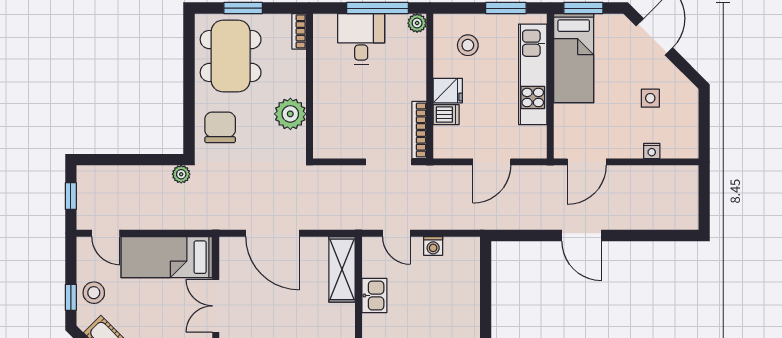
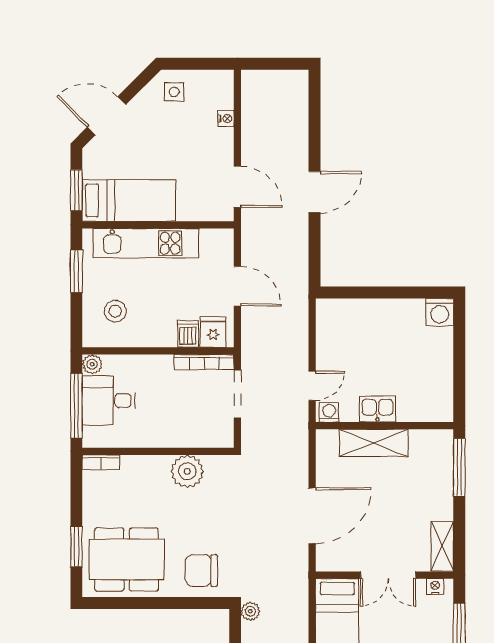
bookcase: (299, 31) -> (101, 462), moved
desk: (361, 39) -> (109, 401), moved
wall: (309, 86) -> (158, 451), moved
fridge: (448, 91) -> (213, 332), moved
side table: (650, 98) -> (174, 92), moved
plant: (290, 114) -> (187, 471), moved
washing machine: (433, 246) -> (329, 412), moved, turned -90
shelving: (342, 269) -> (374, 443), moved

